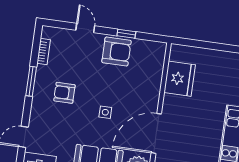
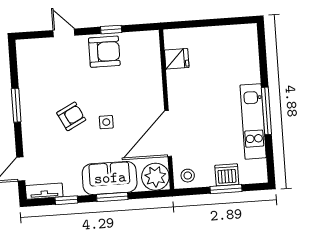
bookcase: (44, 52) -> (23, 69), removed
fridge: (180, 79) -> (177, 59), width x0.53, depth x0.75
armchair: (64, 93) -> (71, 116), moved, turned 153

